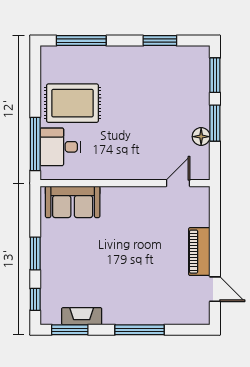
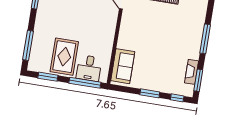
window: (35, 82) -> (48, 77), added

